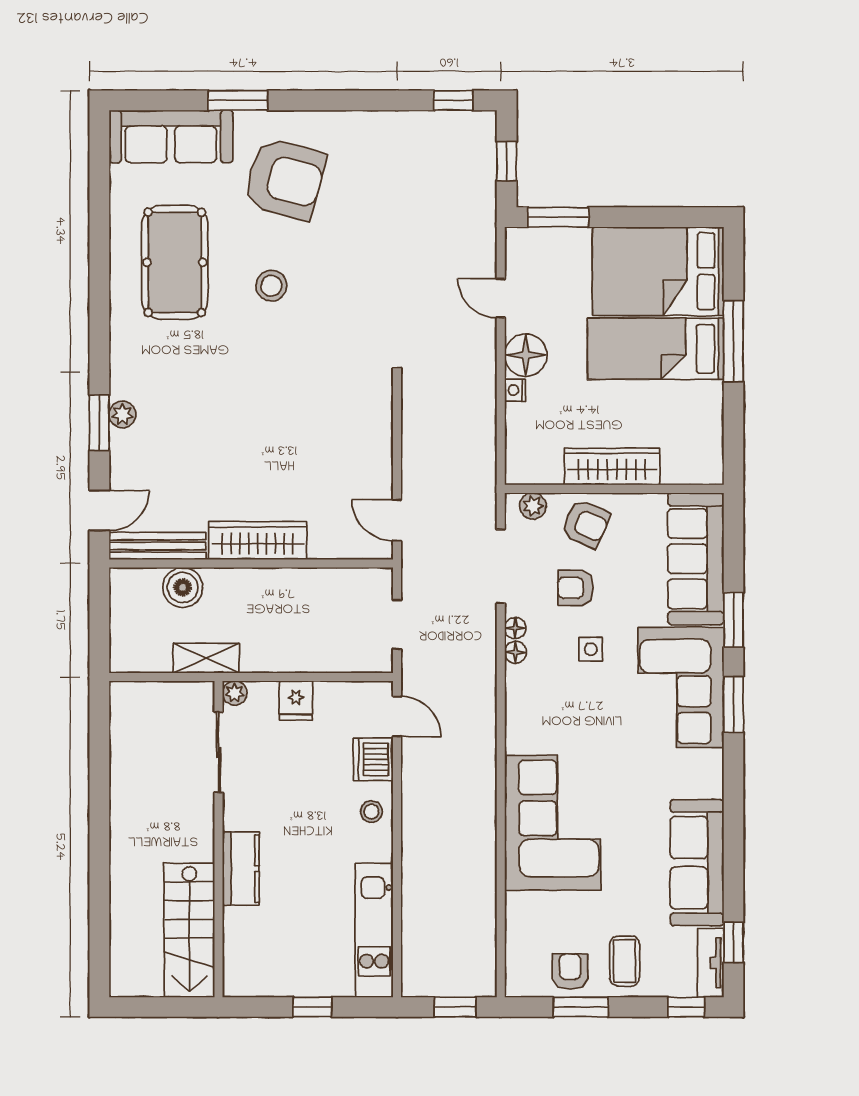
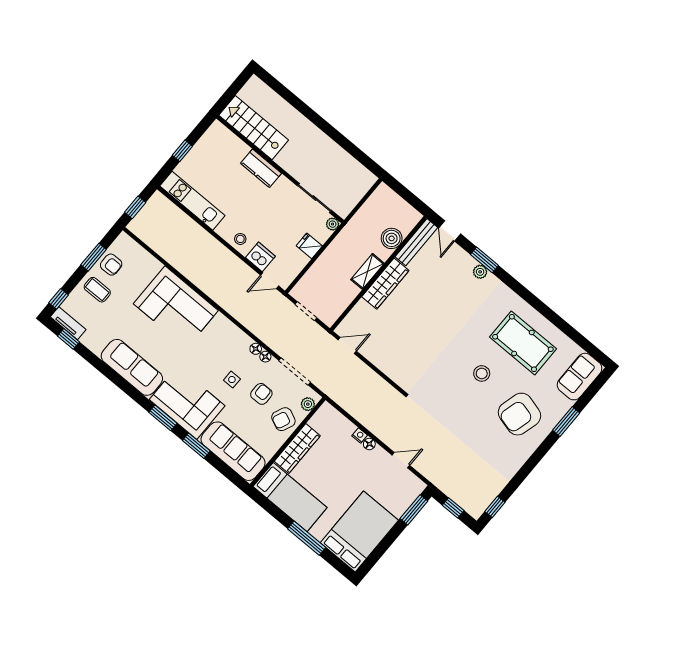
sofa: (171, 136) -> (580, 377), width x0.73
bed: (656, 349) -> (290, 497), moved, turned 90
floor lamp: (526, 355) -> (369, 444), width x0.53, depth x0.53
shelving: (206, 658) -> (367, 271), moved
sofa: (697, 863) -> (132, 367), moved

